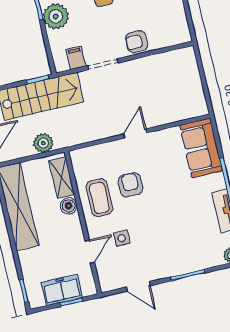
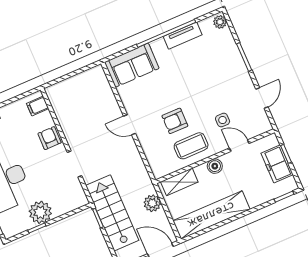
armchair: (137, 42) -> (50, 138), turned 180
filing cabinet: (76, 58) -> (38, 106), moved
boiler: (69, 206) -> (215, 166), moved

